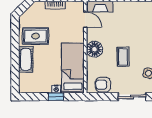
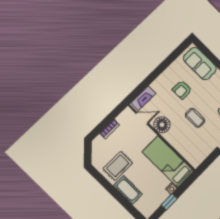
floor lamp: (95, 49) -> (162, 125), moved
armchair: (103, 85) -> (182, 90), moved
window: (56, 97) -> (169, 202), moved

